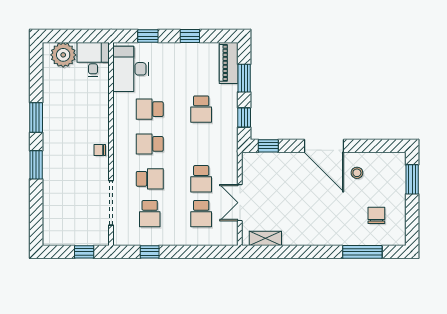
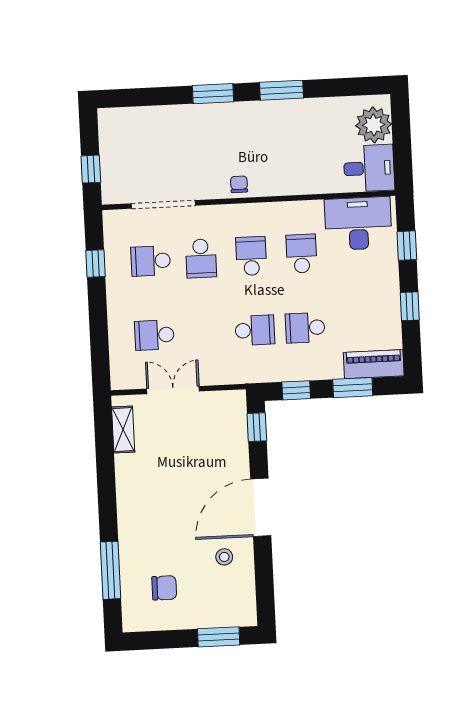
school desk: (201, 179) -> (255, 330), moved, turned 180

